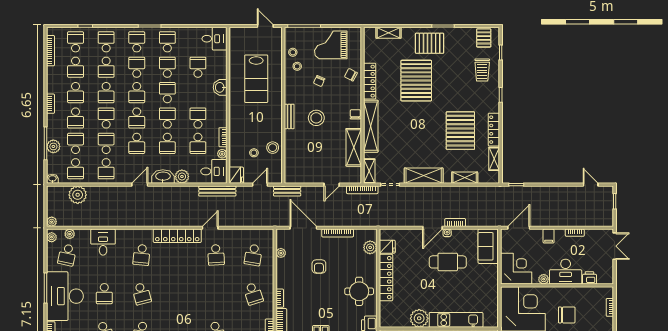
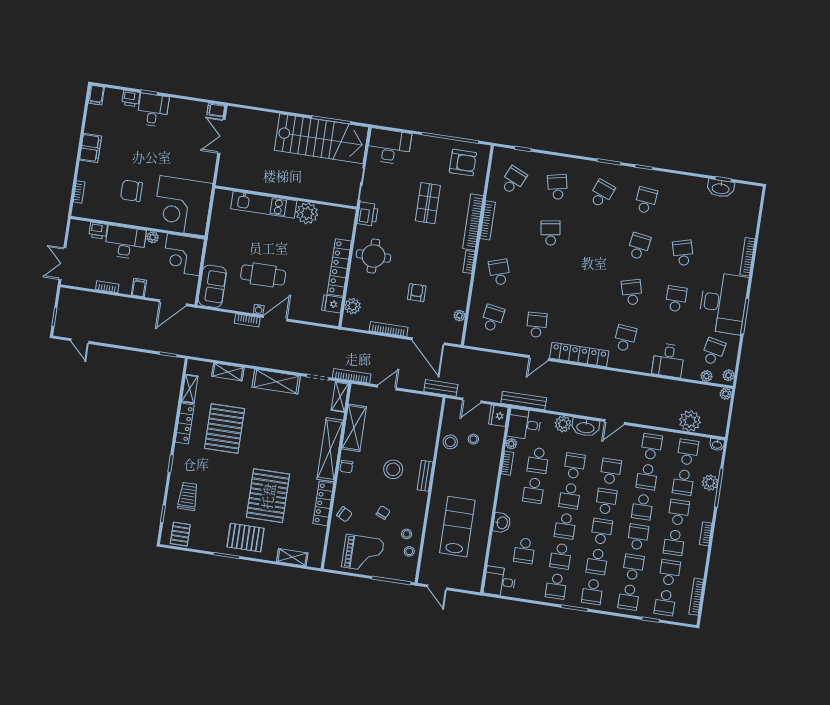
school desk: (76, 93) -> (674, 542), turned 180
school desk: (198, 143) -> (538, 460), turned 180

